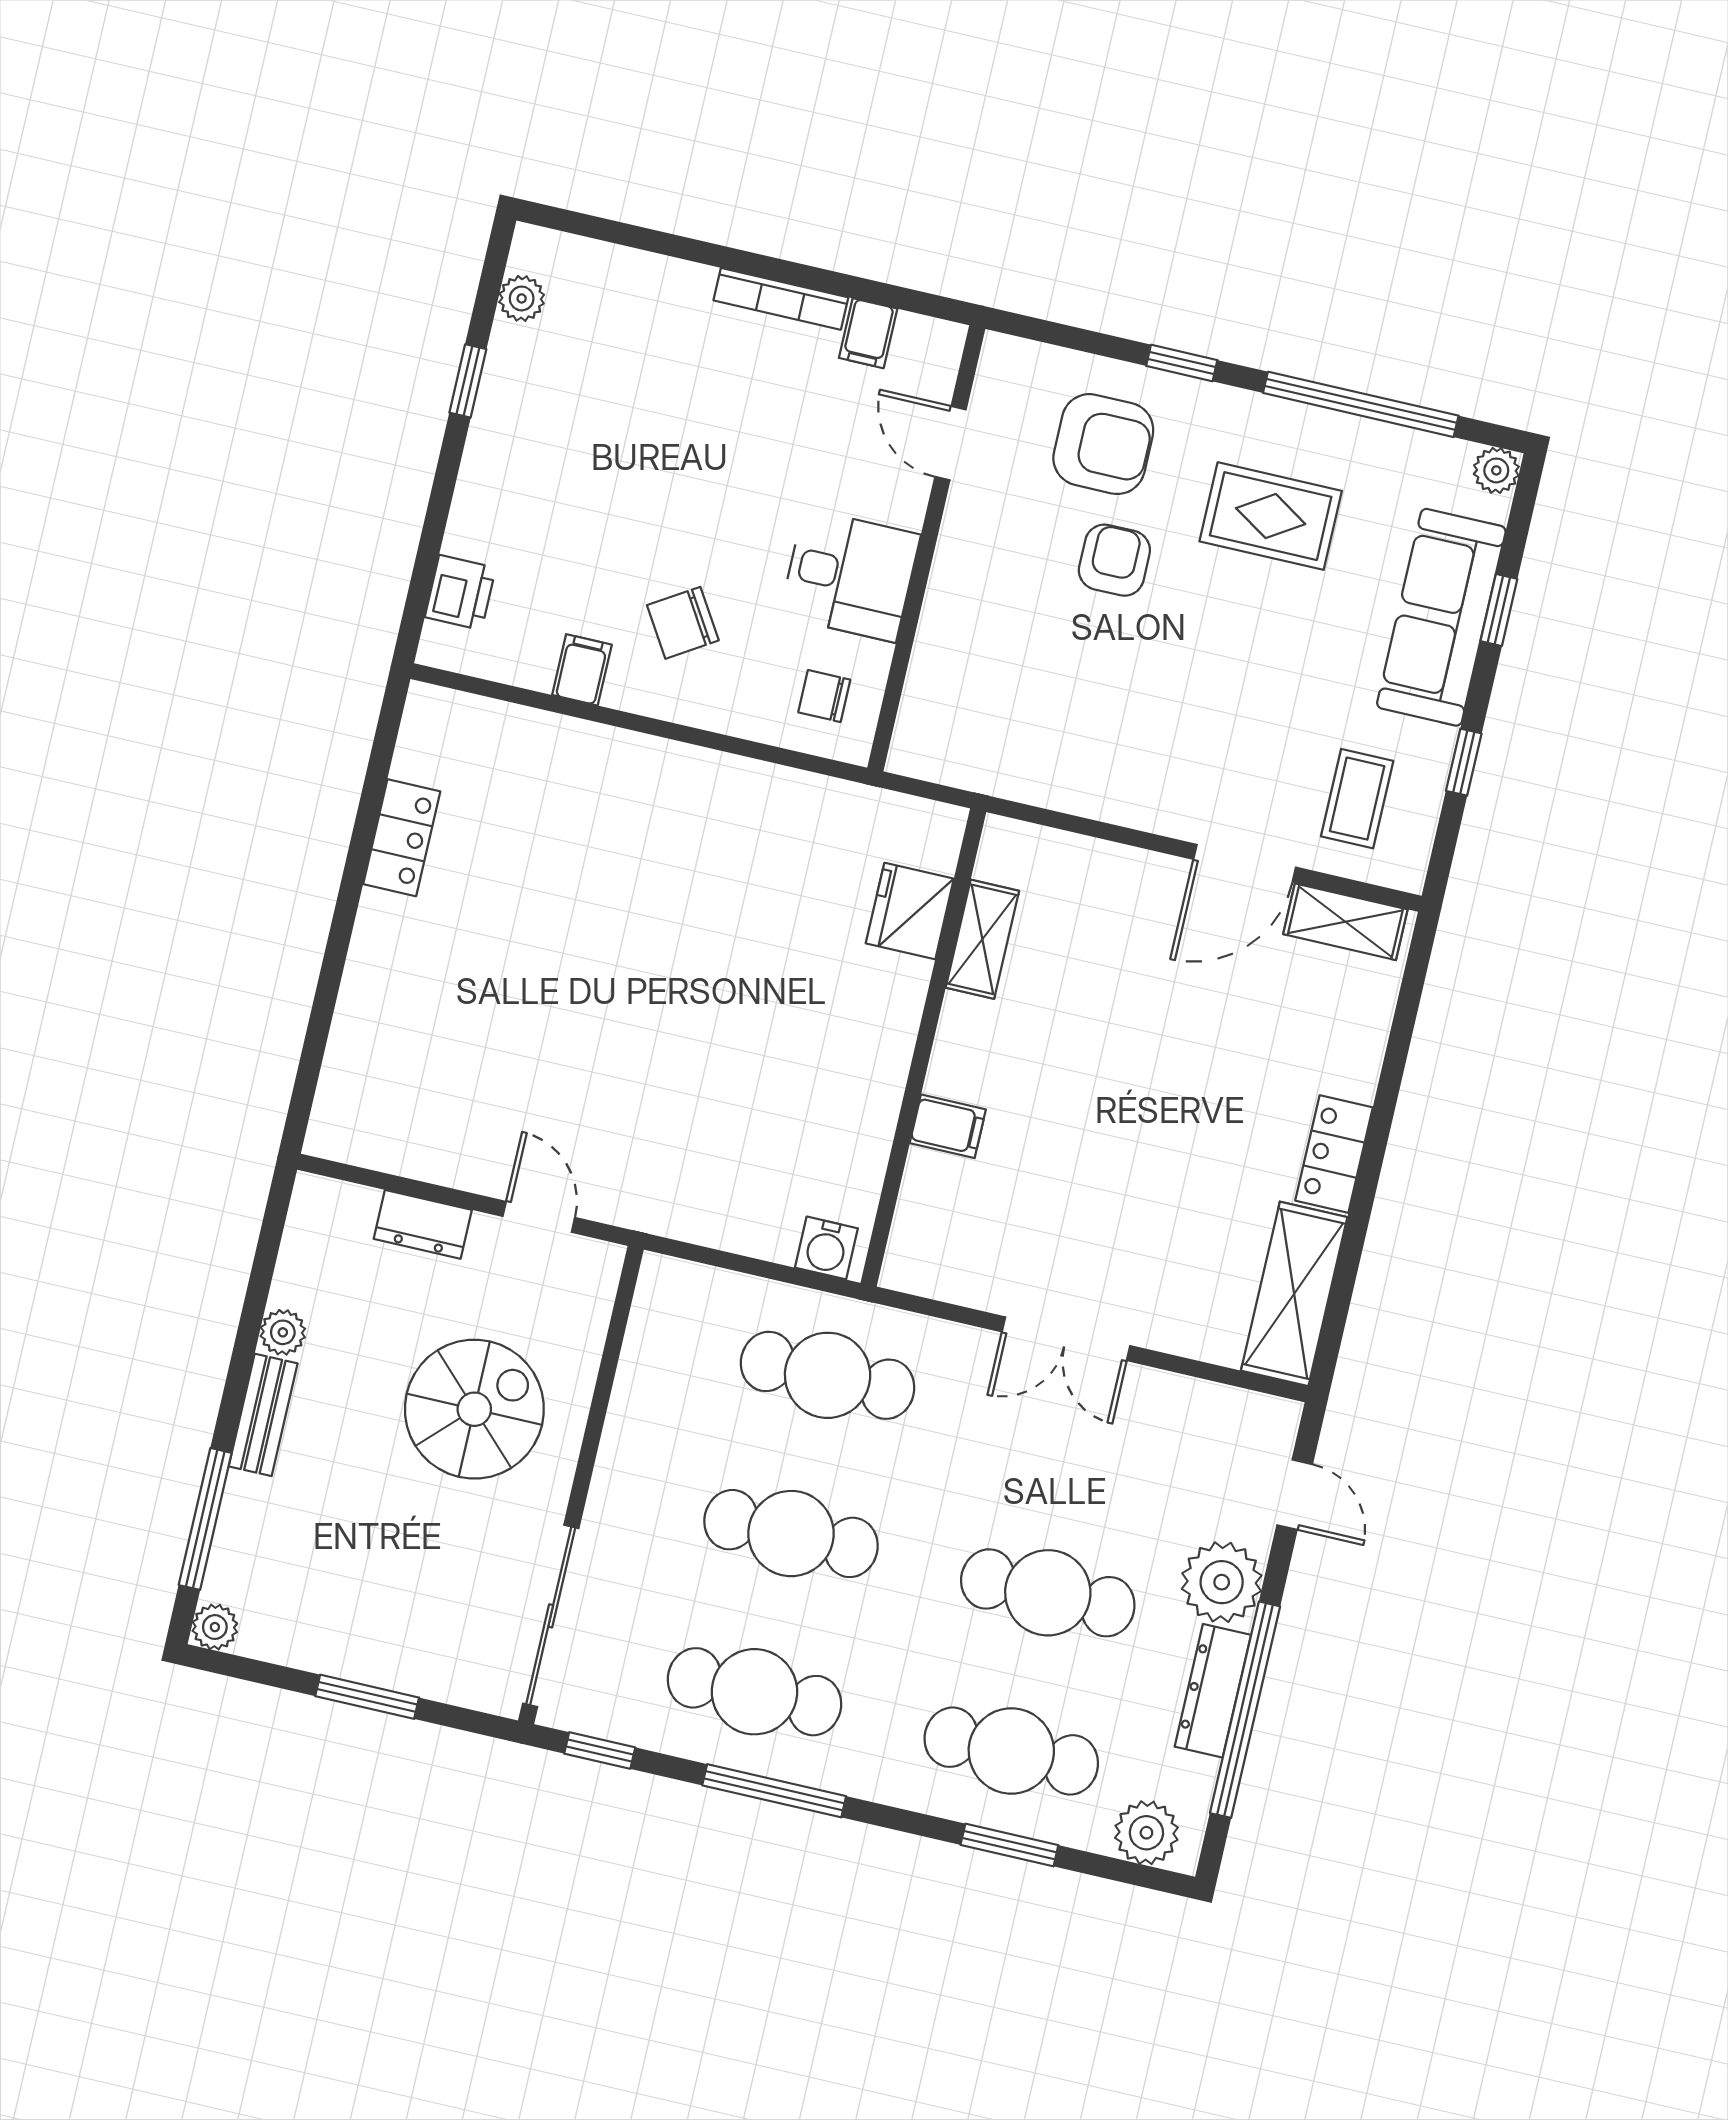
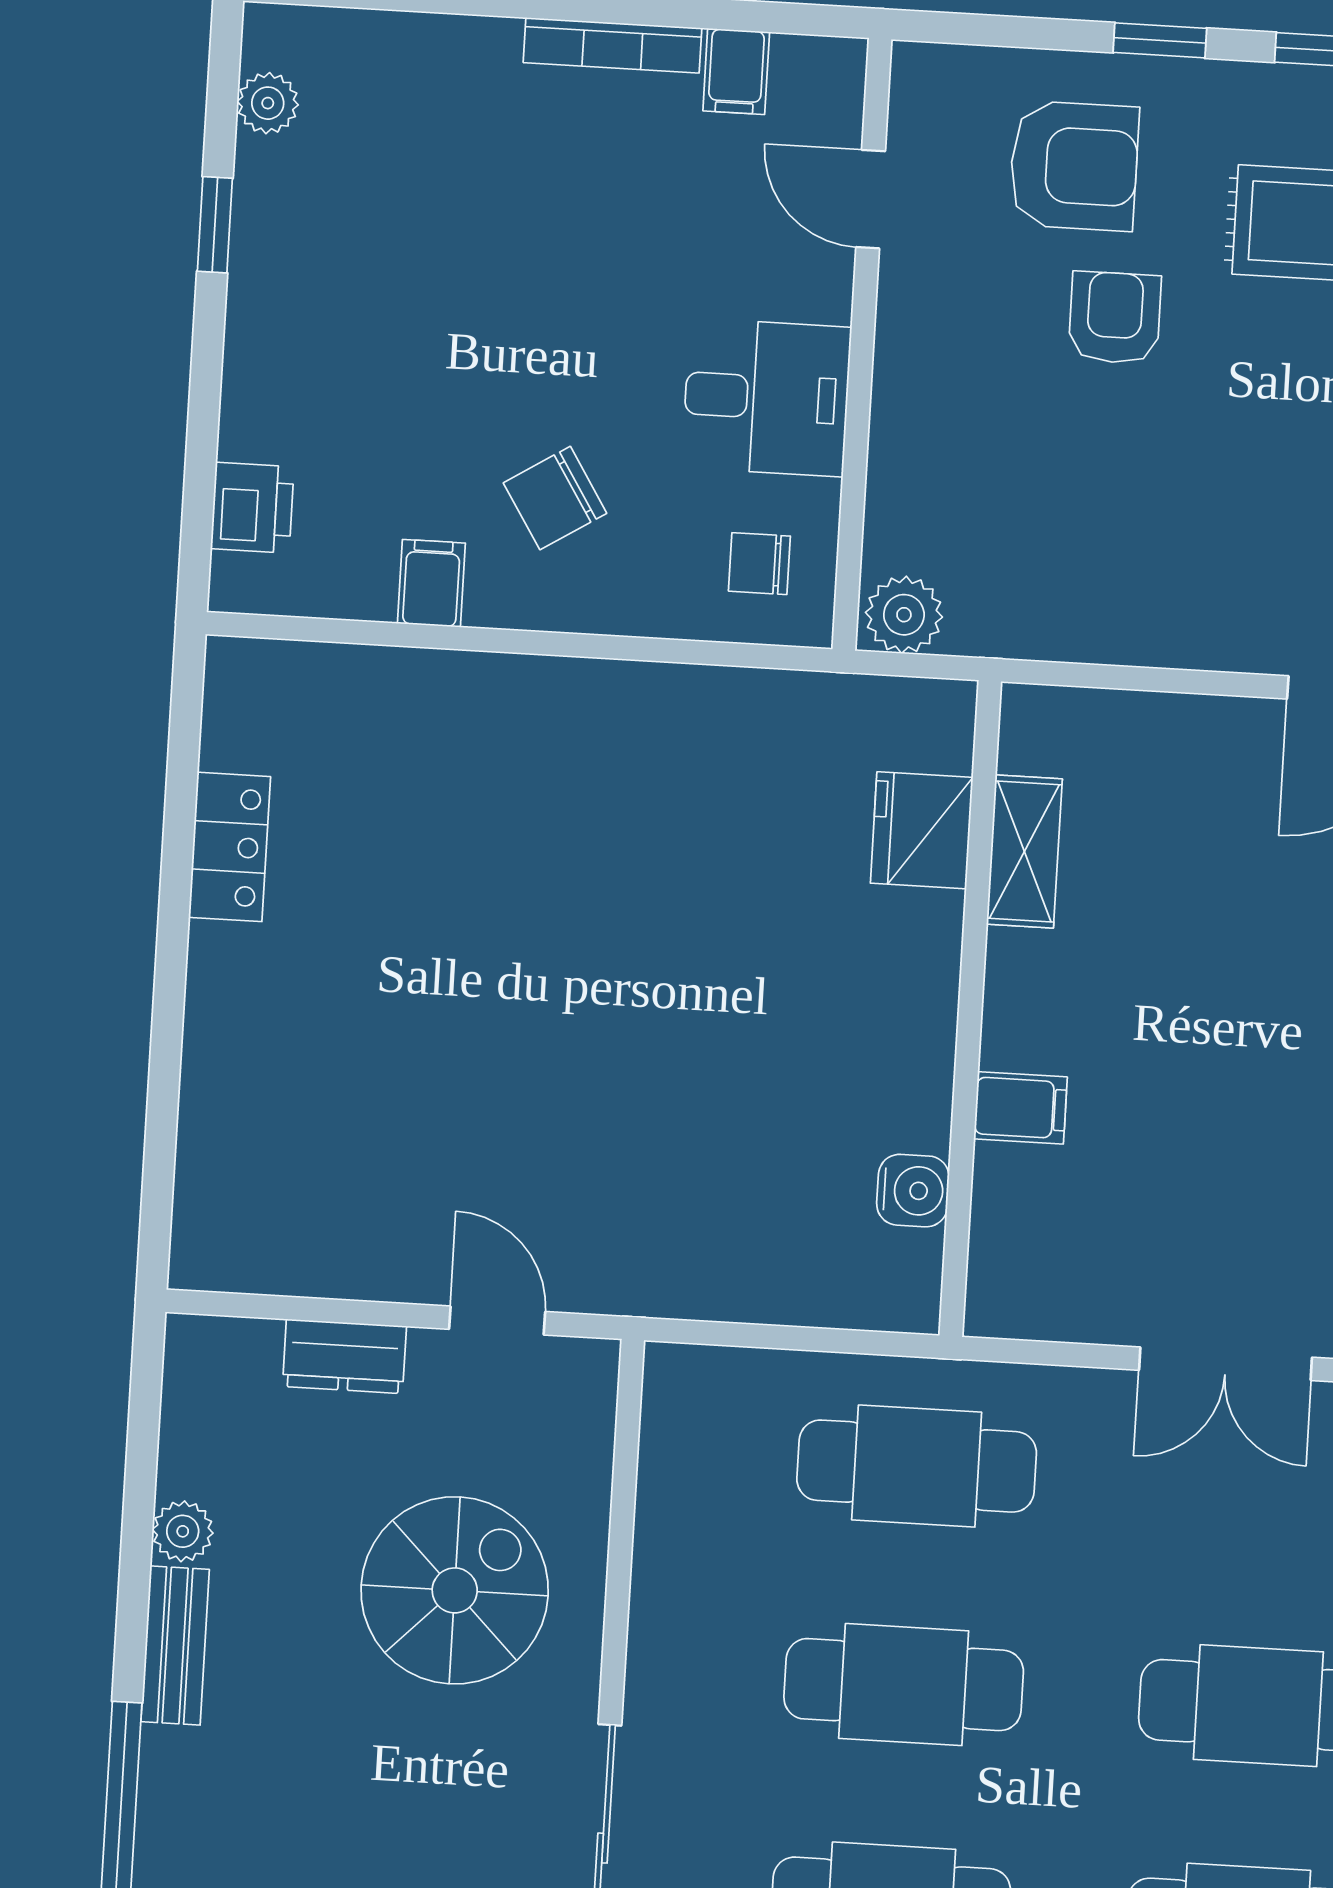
plant: (924, 751) -> (904, 615), added
water cooler: (826, 1248) -> (913, 1191), moved, turned -90

